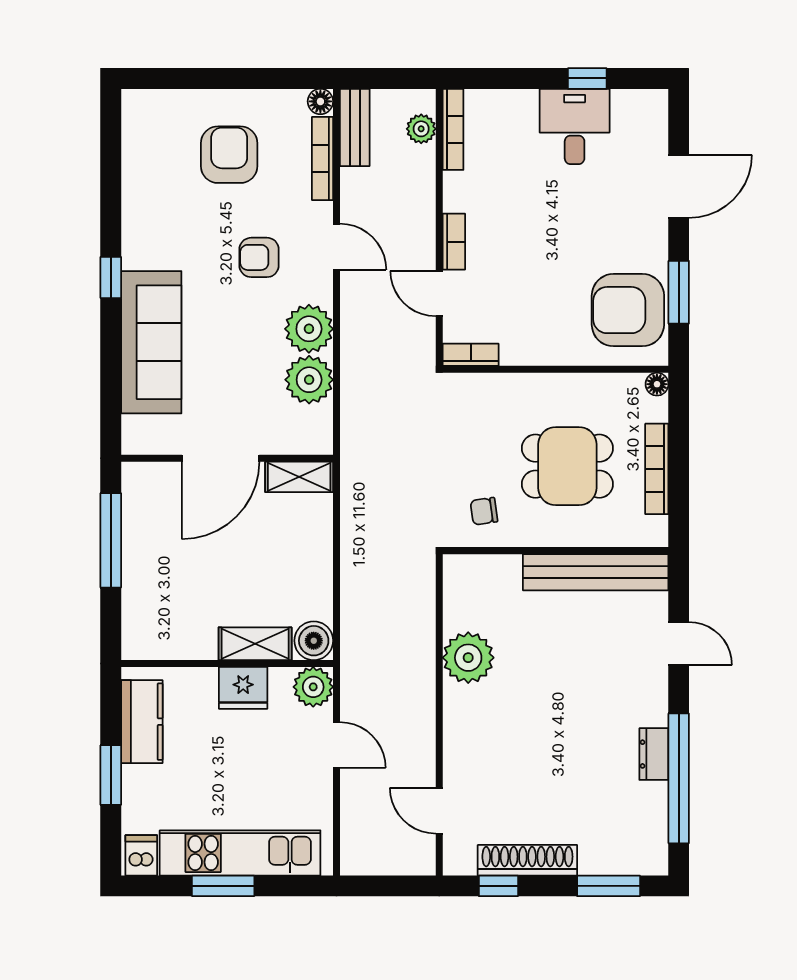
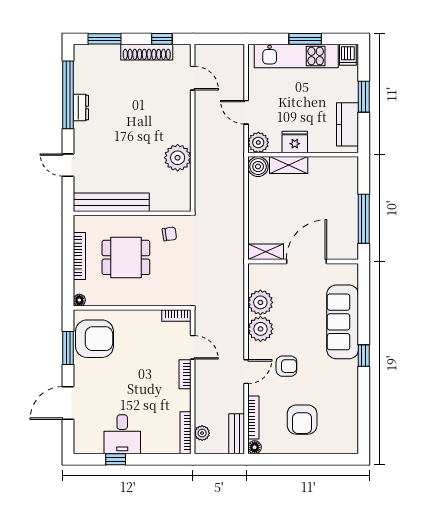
door: (337, 247) -> (246, 372), swing flipped

